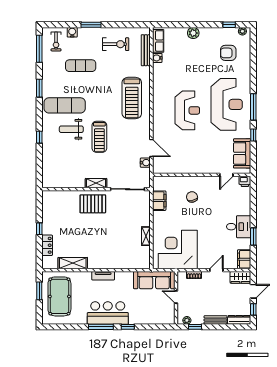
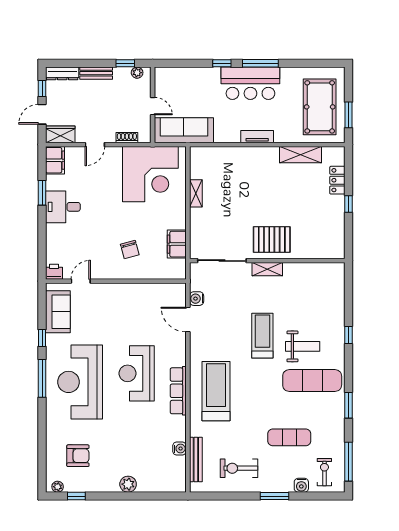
row of seats: (158, 41) -> (178, 391), moved, width x1.48

